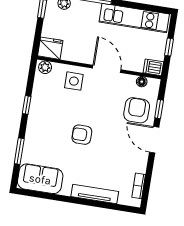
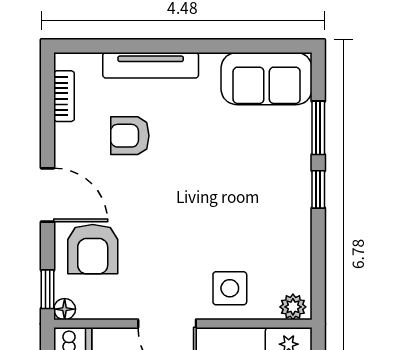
floor lamp: (142, 82) -> (65, 309), moved
window: (27, 105) -> (318, 189), moved
window: (159, 109) -> (48, 289), moved
armchair: (82, 135) -> (130, 136), moved, turned 180

